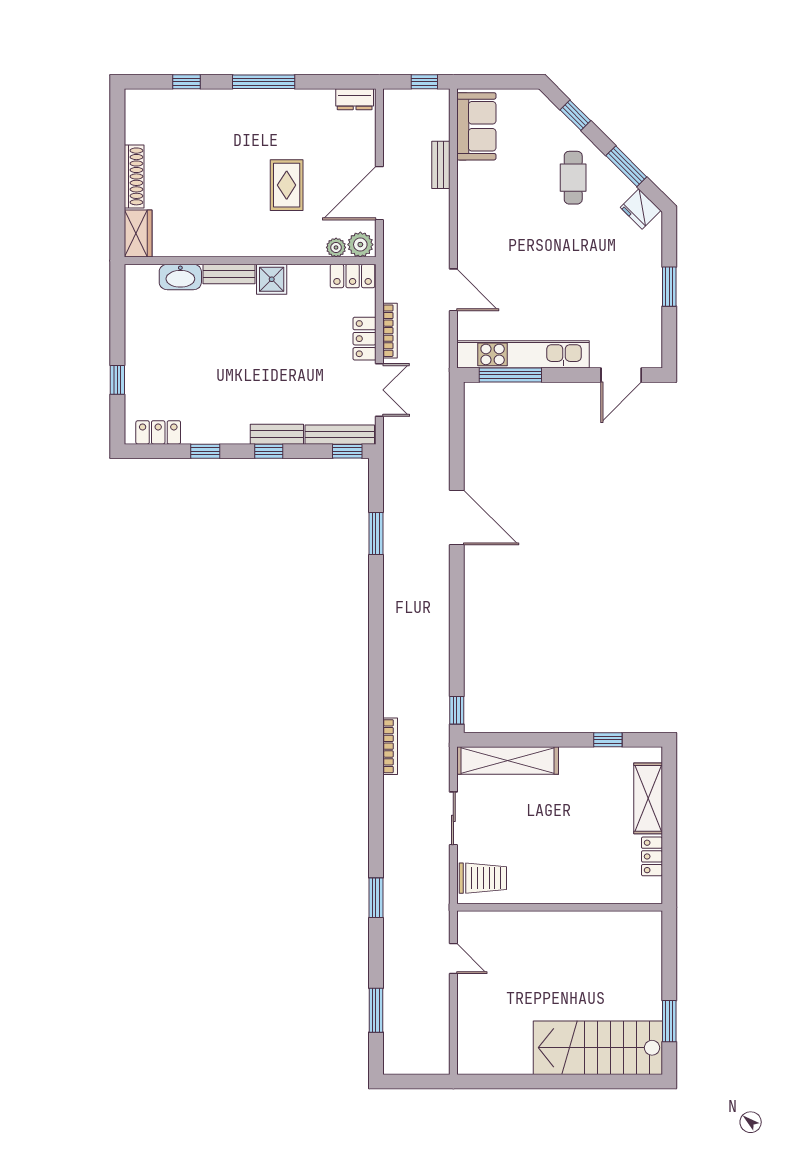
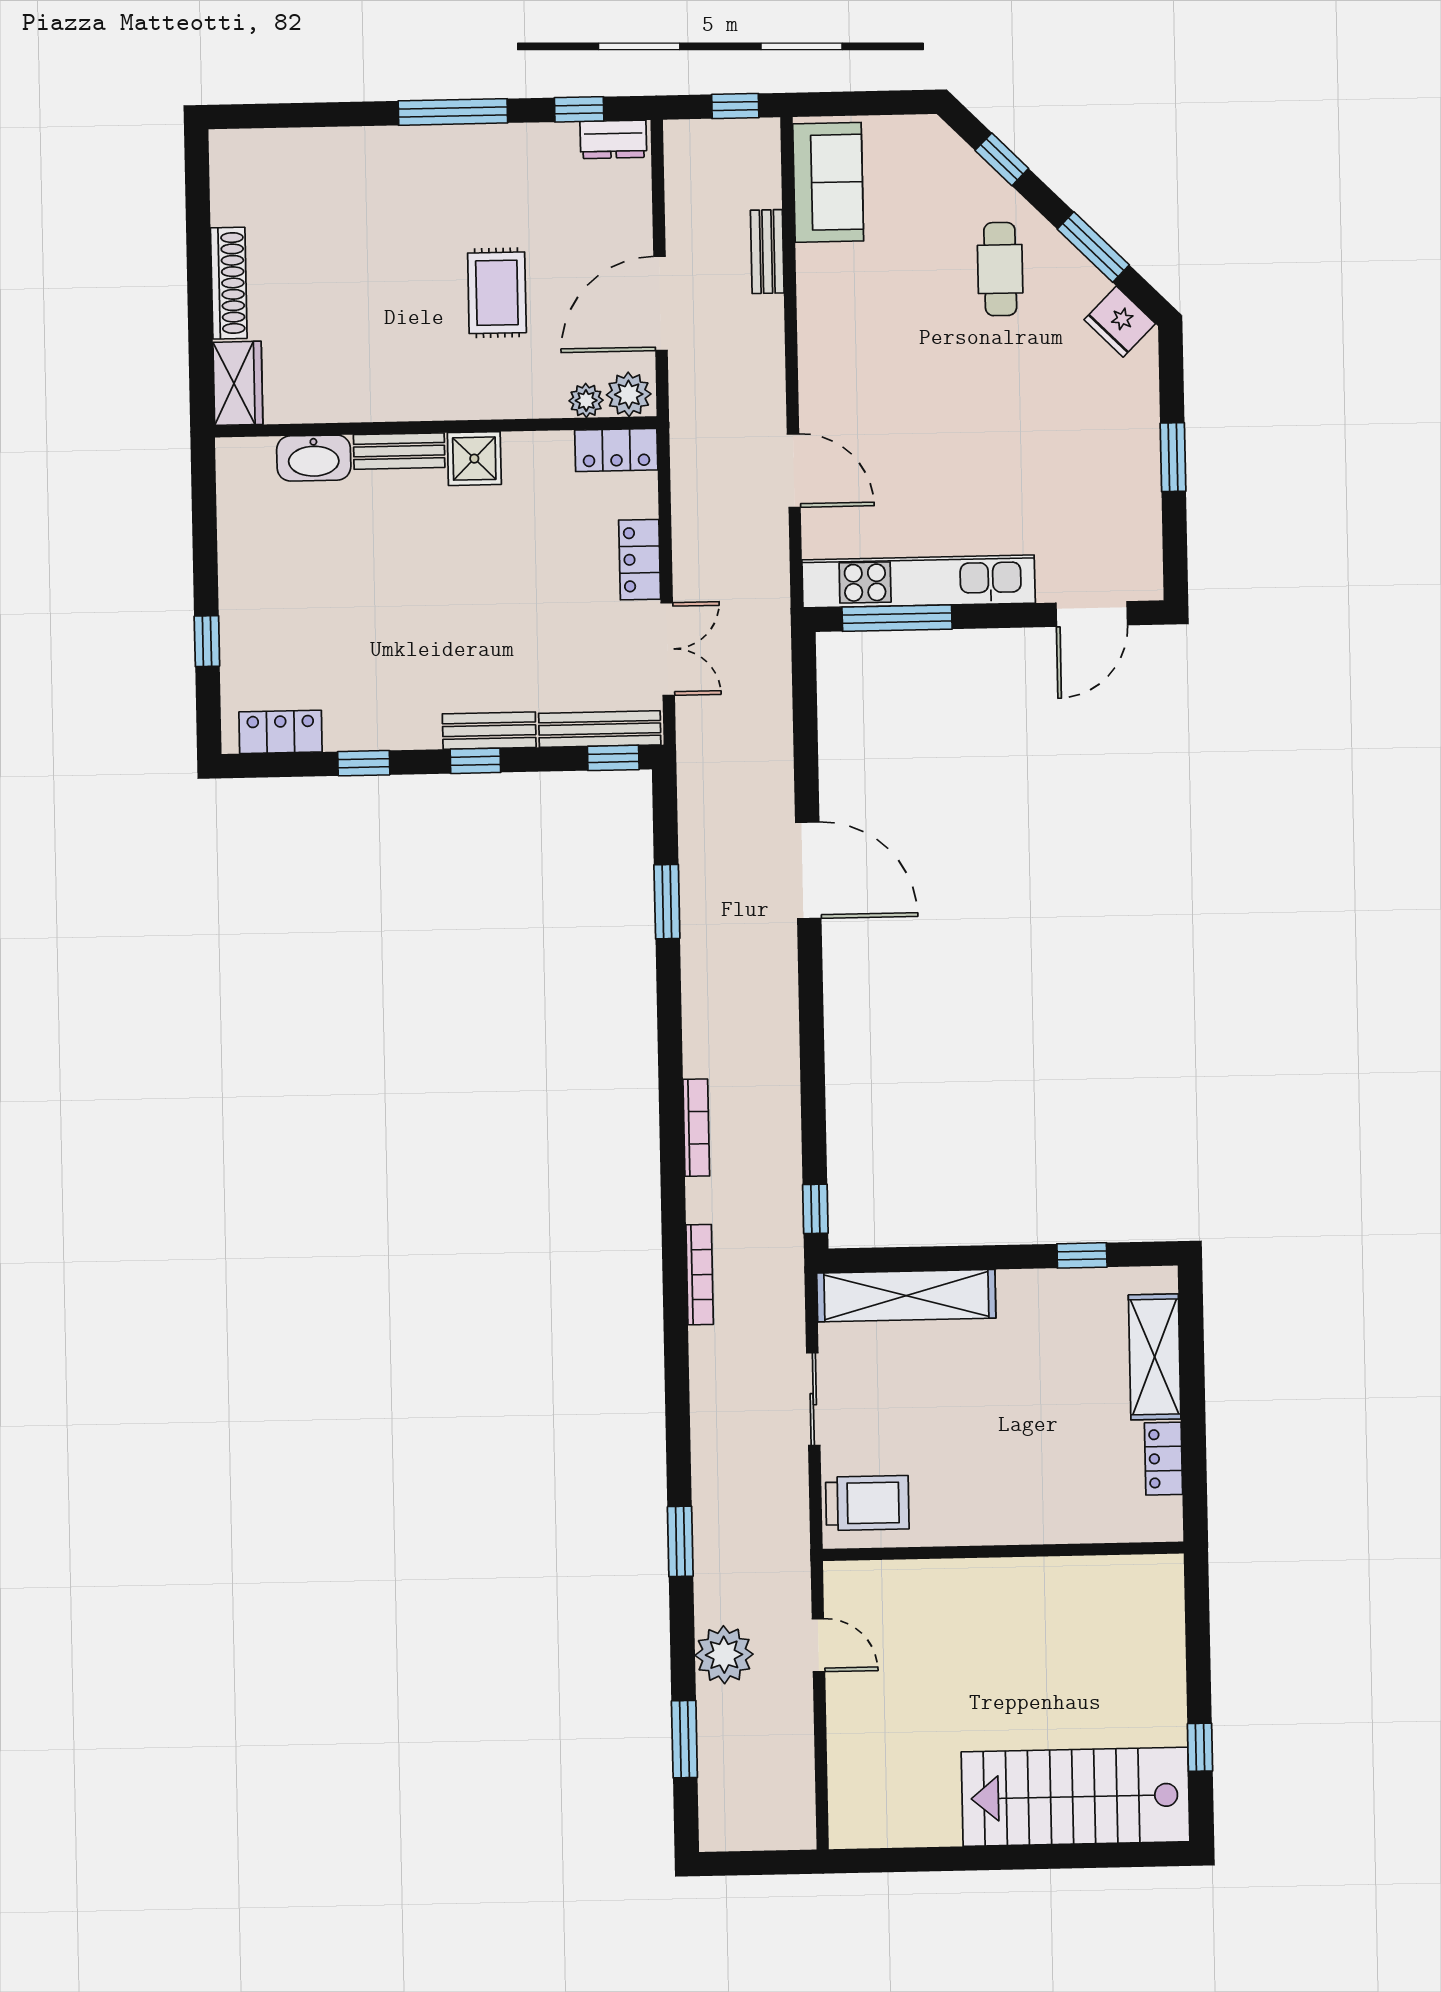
window: (187, 82) -> (579, 109), moved
bookcase: (390, 331) -> (696, 1128), moved
plant: (400, 963) -> (724, 1655), added
window: (669, 1021) -> (1200, 1747), width x0.67

